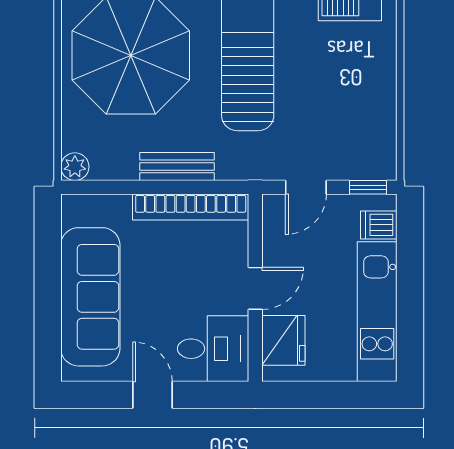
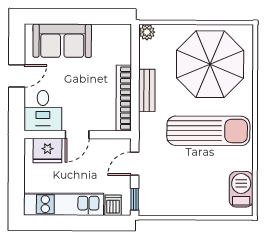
door: (306, 187) -> (135, 164), hinge flipped
door: (255, 288) -> (77, 135), hinge flipped
sofa: (90, 297) -> (62, 41), width x0.73

